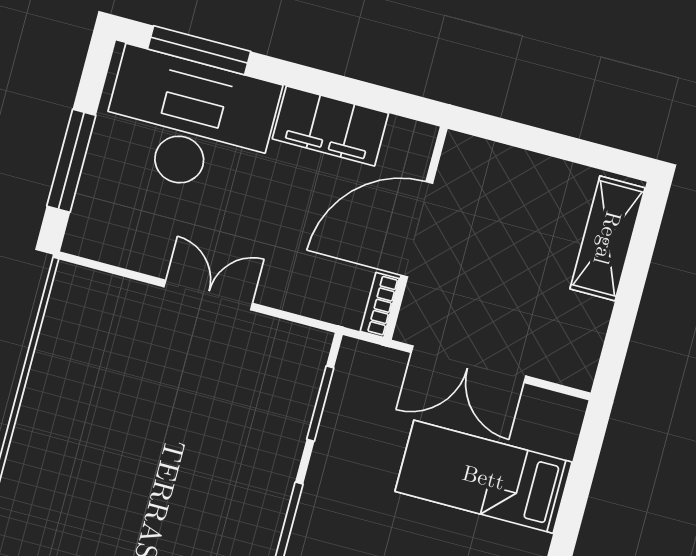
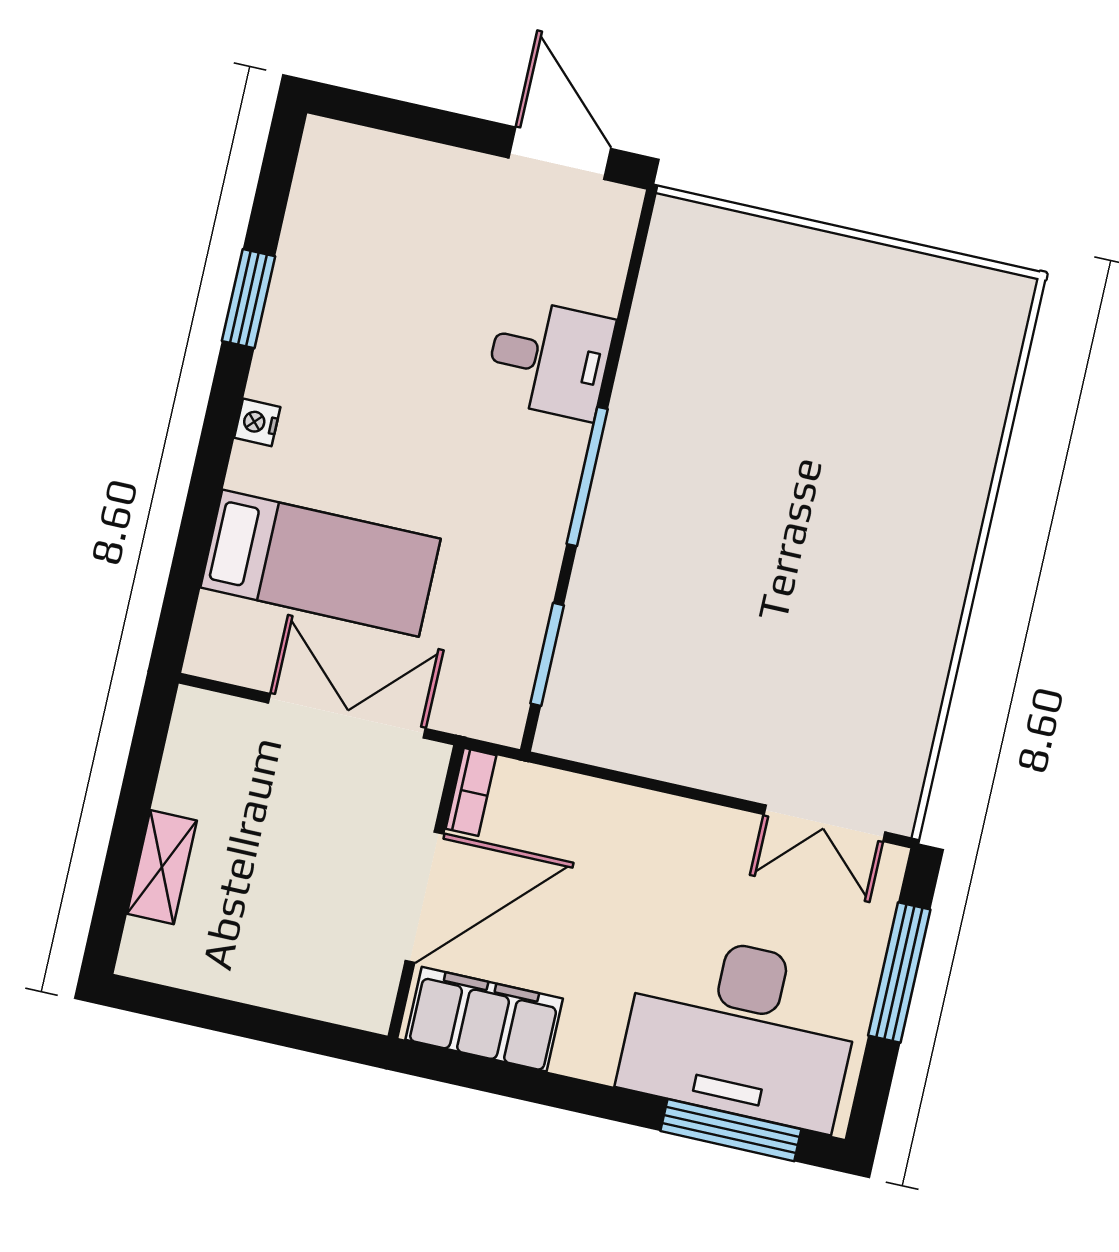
filing cabinet: (330, 126) -> (484, 1019), moved
shelving: (608, 238) -> (162, 867), width x0.67, depth x0.75
double door: (208, 295) -> (824, 823), moved

